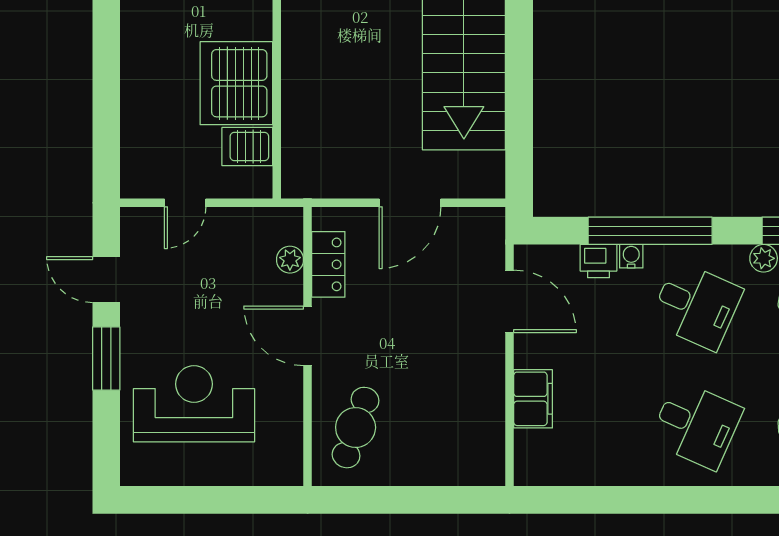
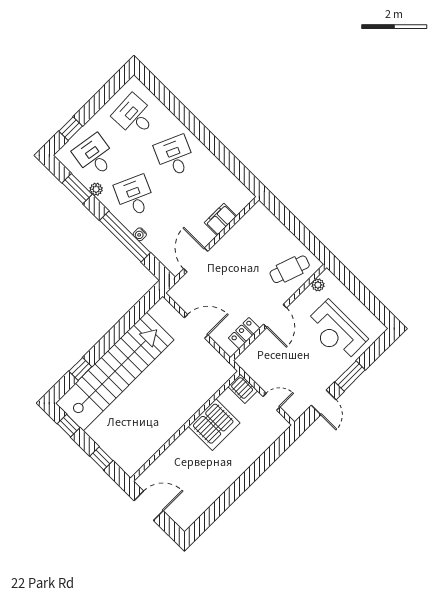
server rack: (247, 147) -> (243, 389), moved
plant: (290, 260) -> (318, 285), moved
printer: (598, 261) -> (152, 244), removed

